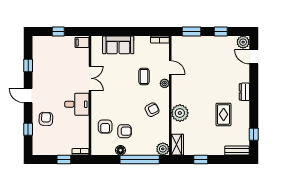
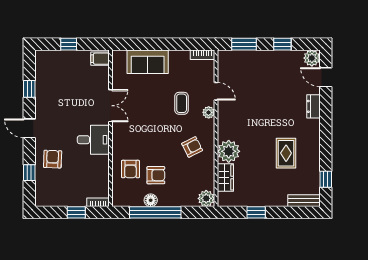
dresser: (244, 92) -> (313, 106), moved
wardrobe: (177, 145) -> (225, 177), moved
window: (140, 160) -> (155, 212), moved

